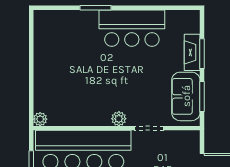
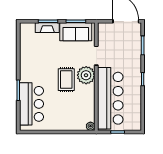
bar counter: (132, 28) -> (32, 104), moved
rug: (112, 82) -> (66, 80), added
plant: (119, 119) -> (86, 75), width x1.87, depth x1.87

